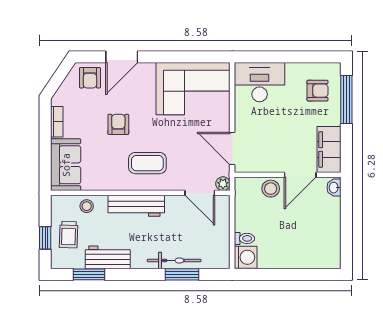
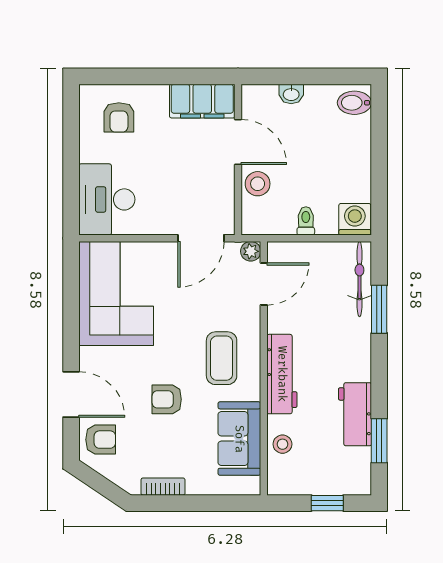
armchair: (318, 91) -> (119, 117), turned 180
window: (346, 99) -> (131, 76), removed
sofa: (66, 165) -> (239, 439), moved, turned -90
washbasin: (334, 188) -> (291, 94), moved
trolley: (69, 235) -> (323, 470), removed
toilet: (244, 238) -> (306, 221), moved
bidet: (328, 257) -> (354, 103), added
bicycle: (174, 261) -> (359, 279), moved

